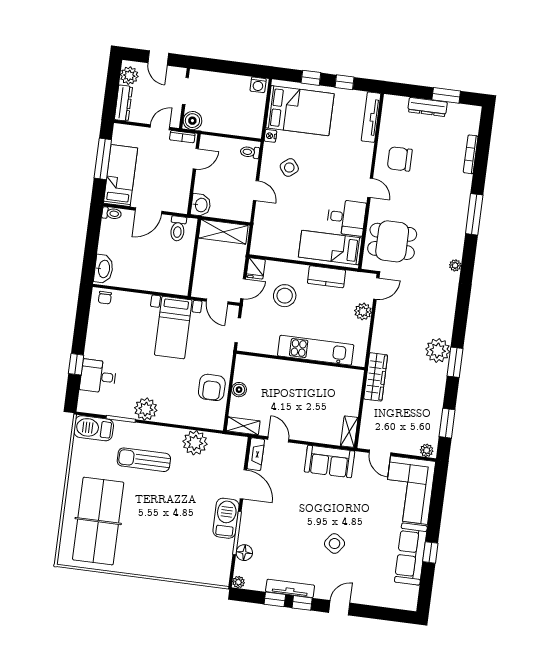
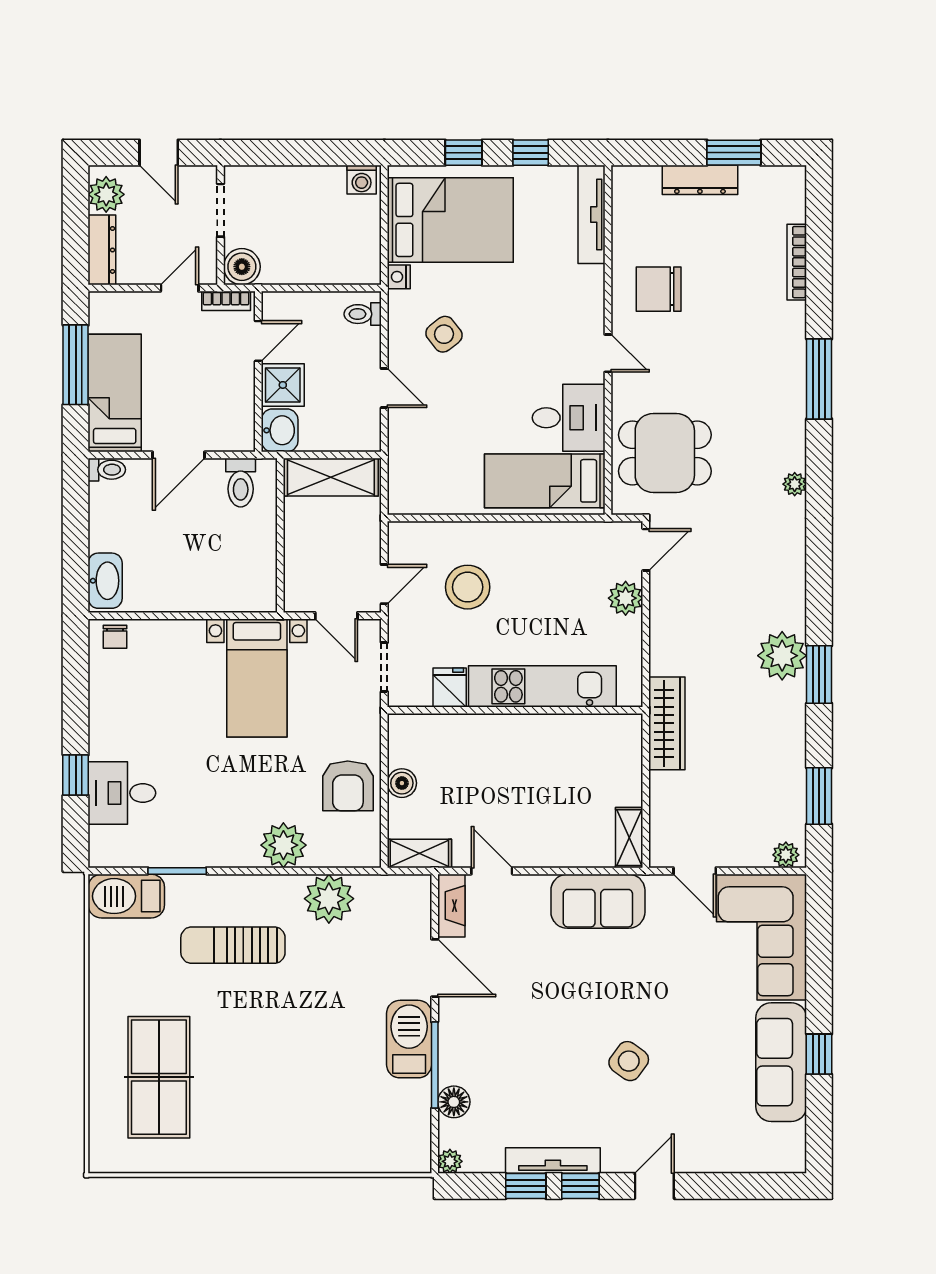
shower: (205, 182) -> (283, 385), added
fridge: (256, 268) -> (450, 687), moved, turned 180
kitchen counter: (327, 277) -> (545, 539), removed
plant: (146, 409) -> (283, 845), moved
table tennis table: (98, 521) -> (159, 1077), width x0.73, depth x0.76

